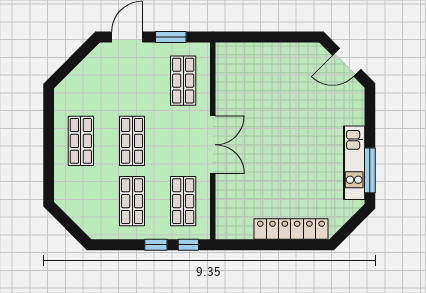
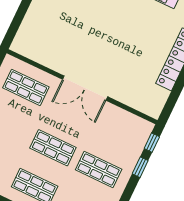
double door: (213, 145) -> (85, 88), swing flipped
shop shelf: (183, 201) -> (117, 131), removed

